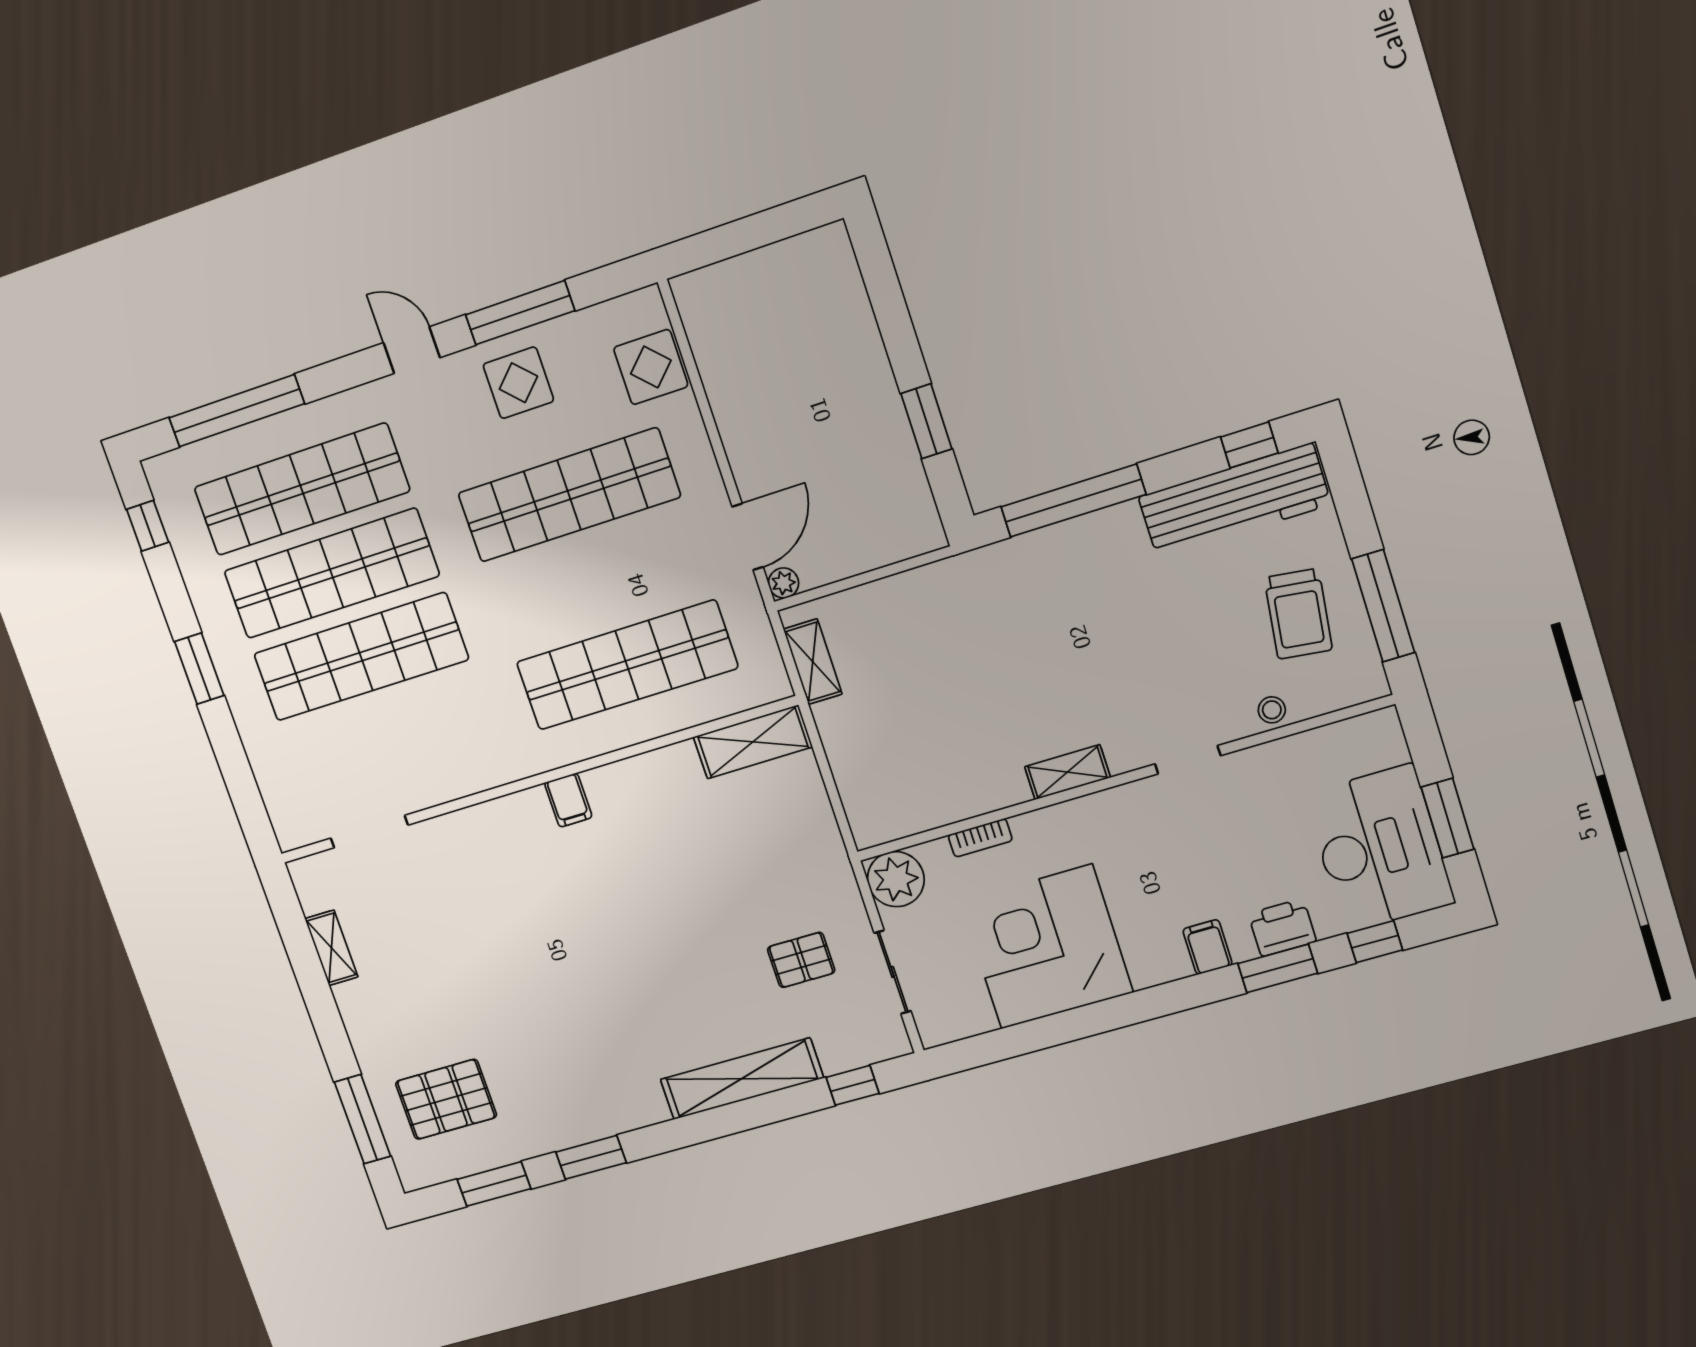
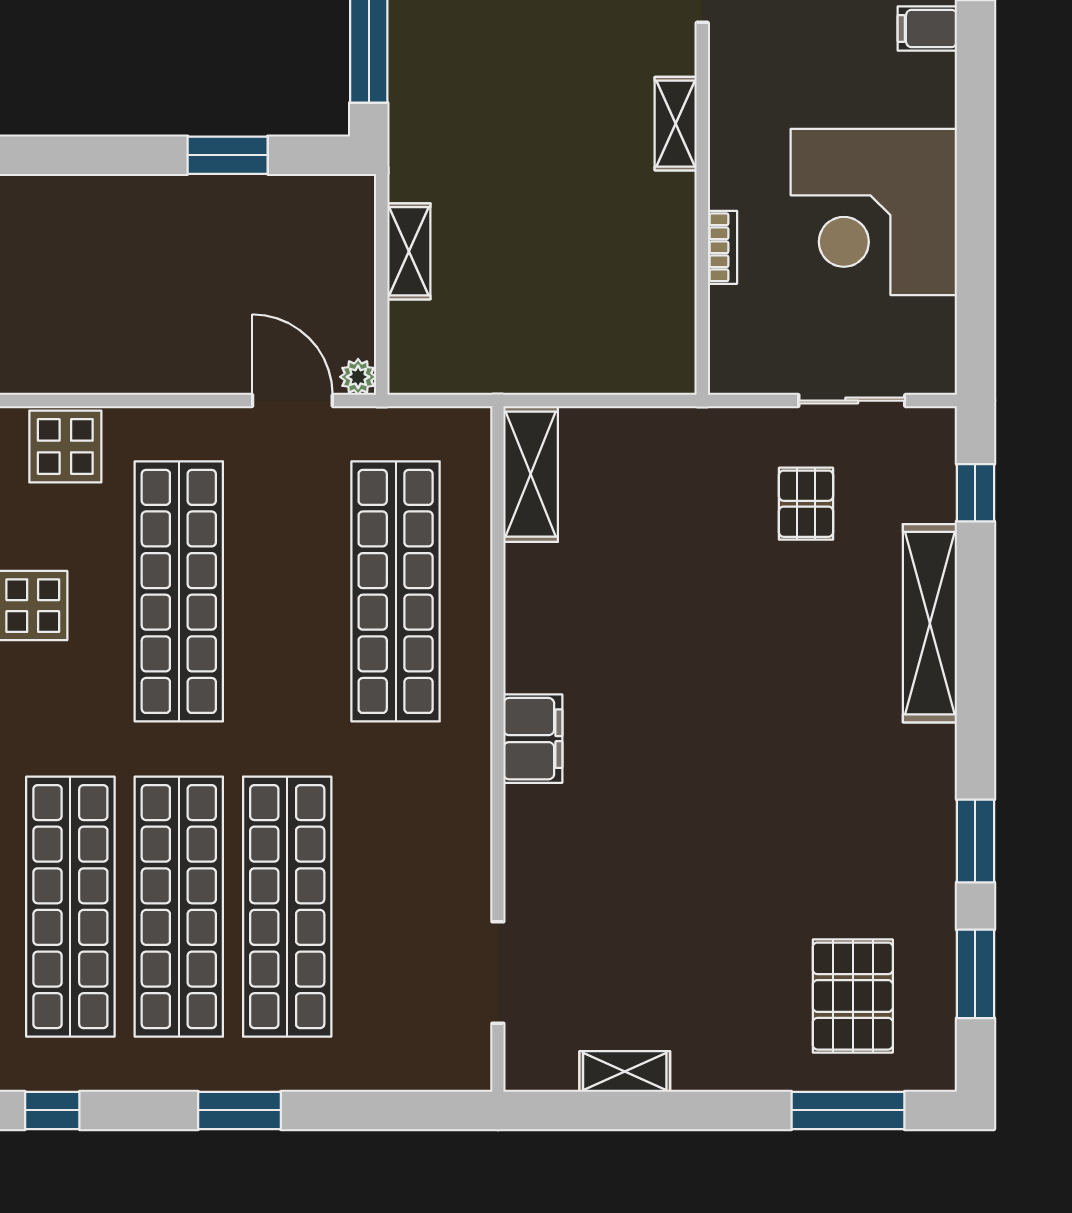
shelving: (813, 662) -> (409, 251), moved, turned 90
filing cabinet: (568, 800) -> (533, 739), width x2.00
plant: (896, 879) -> (742, 361), removed

